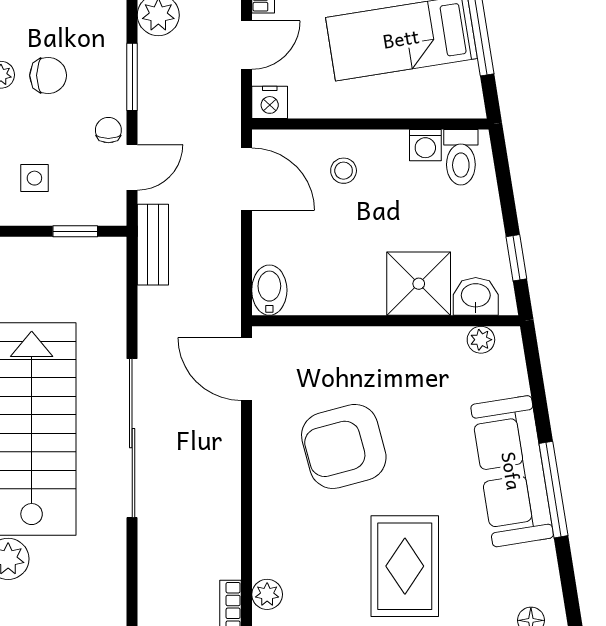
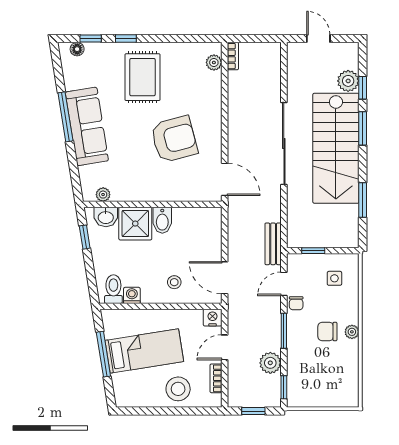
bidet: (269, 290) -> (162, 220), moved

